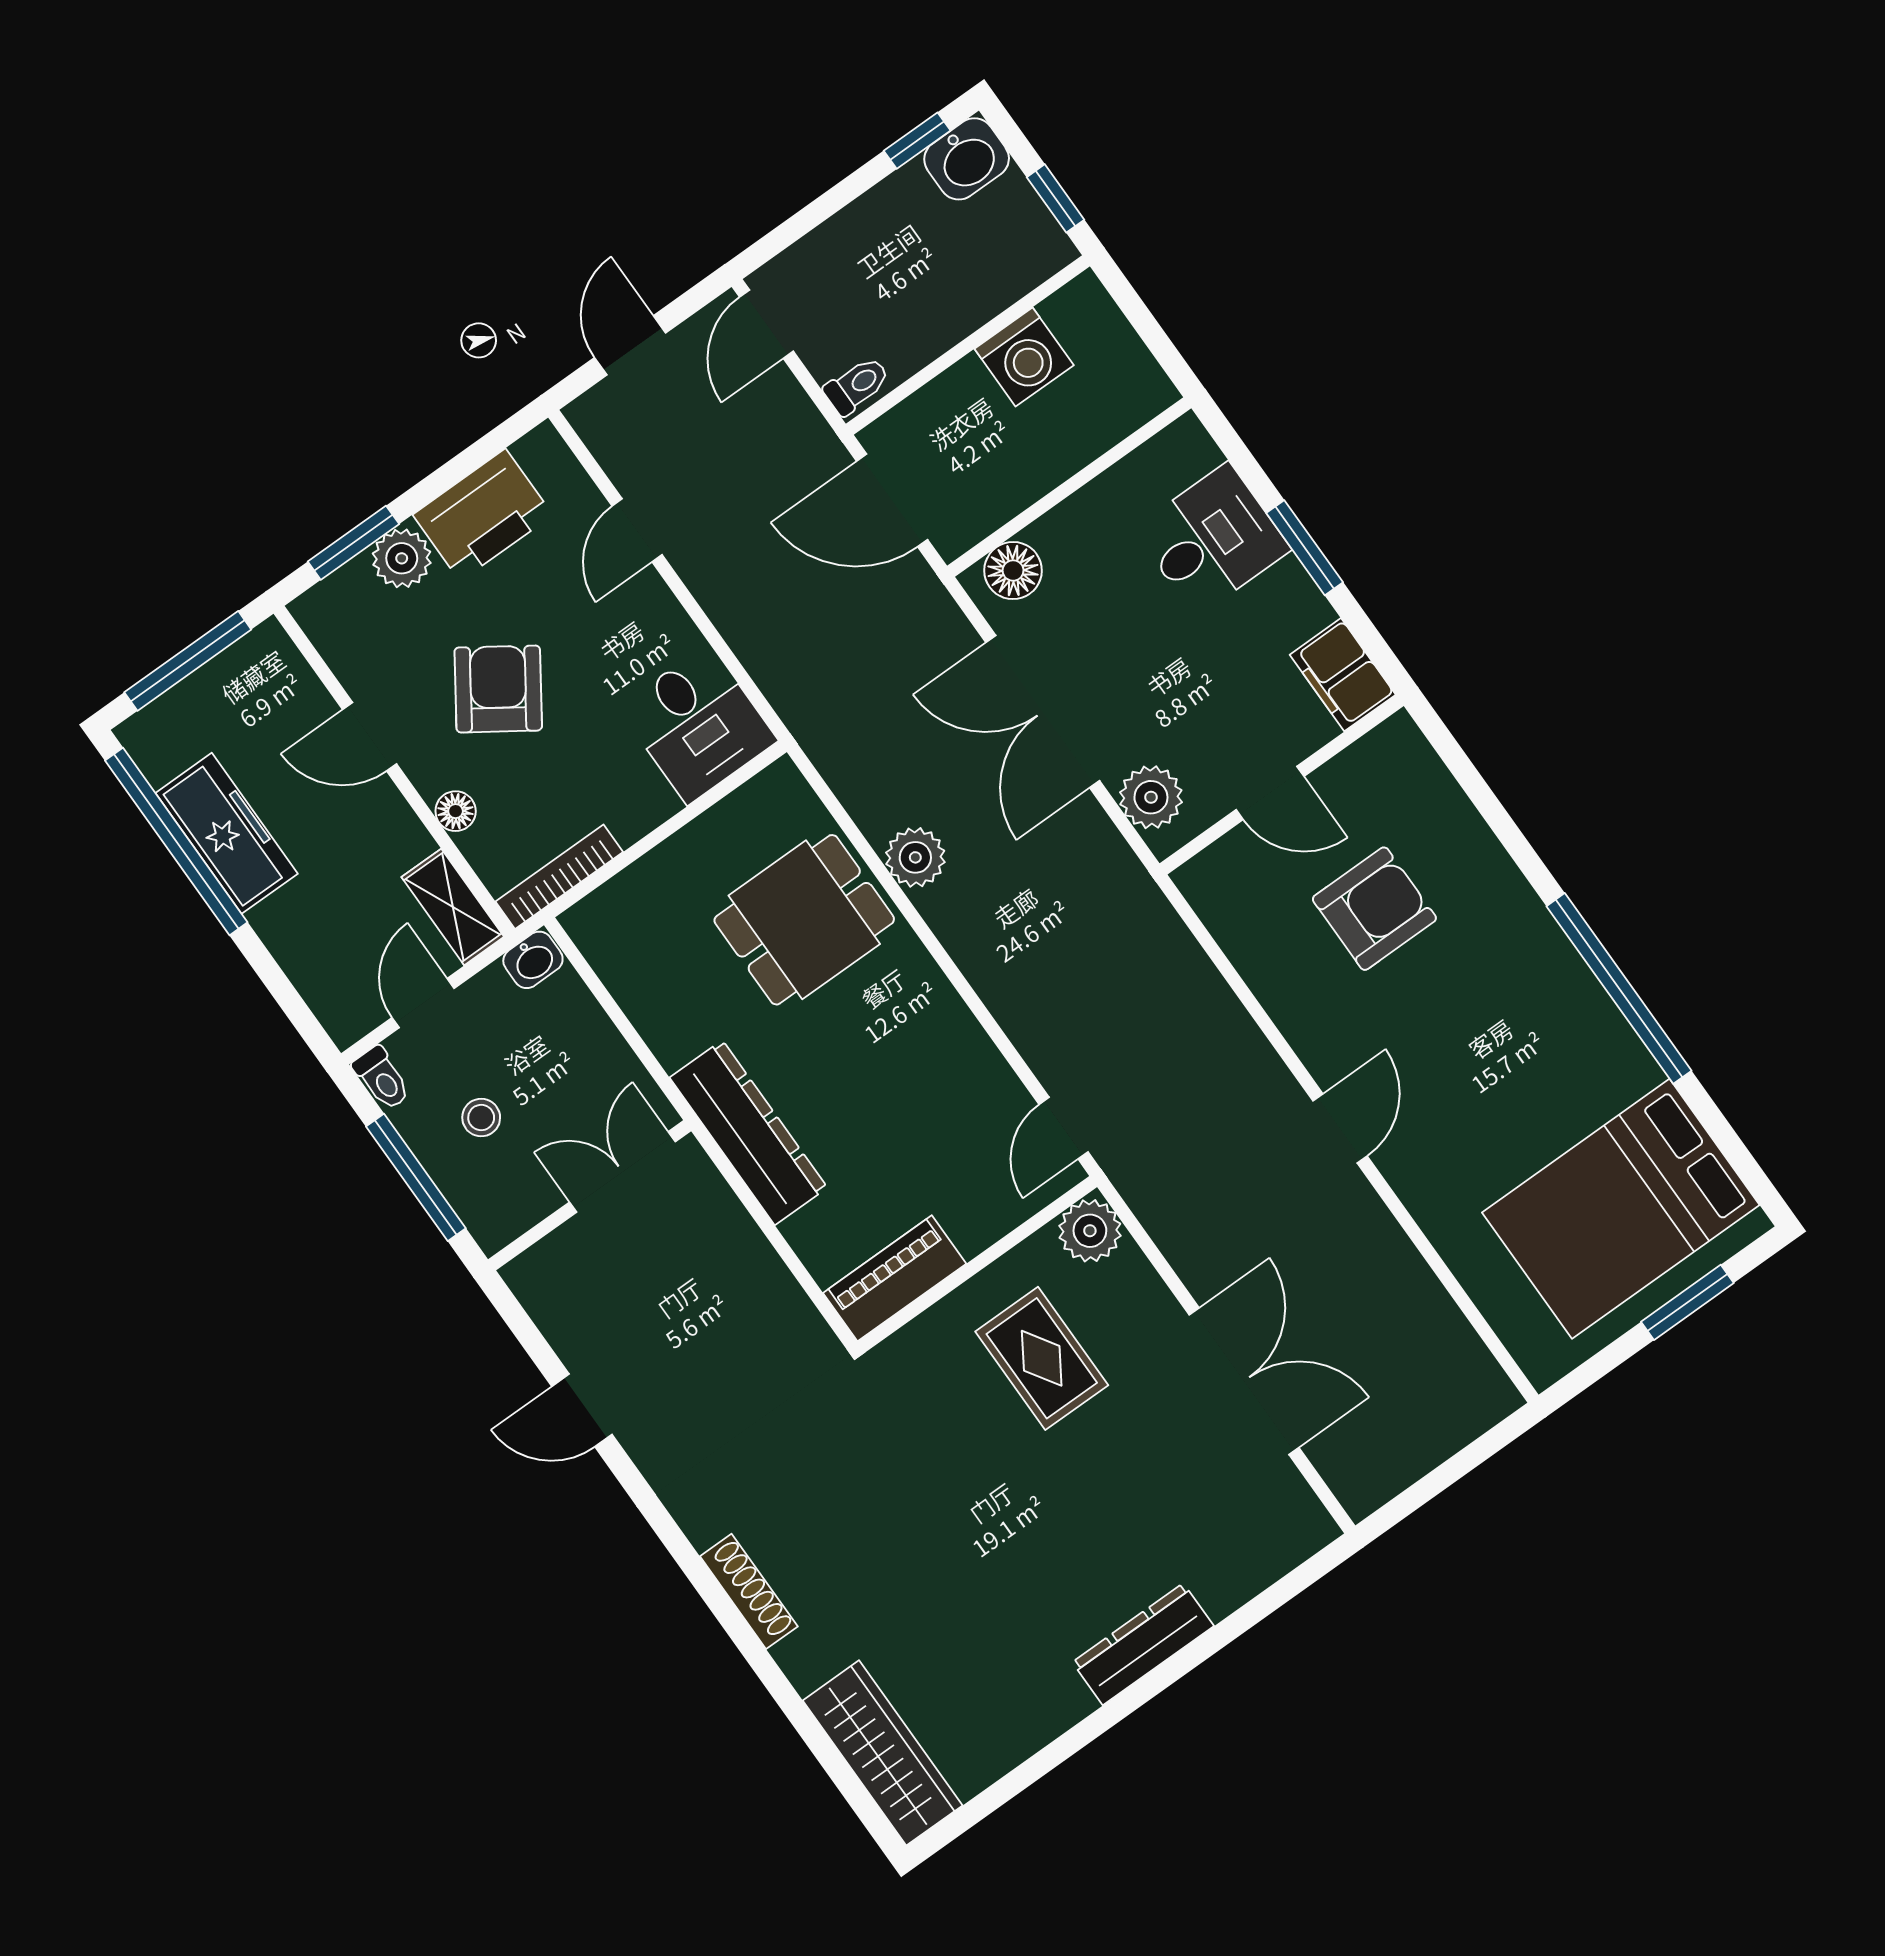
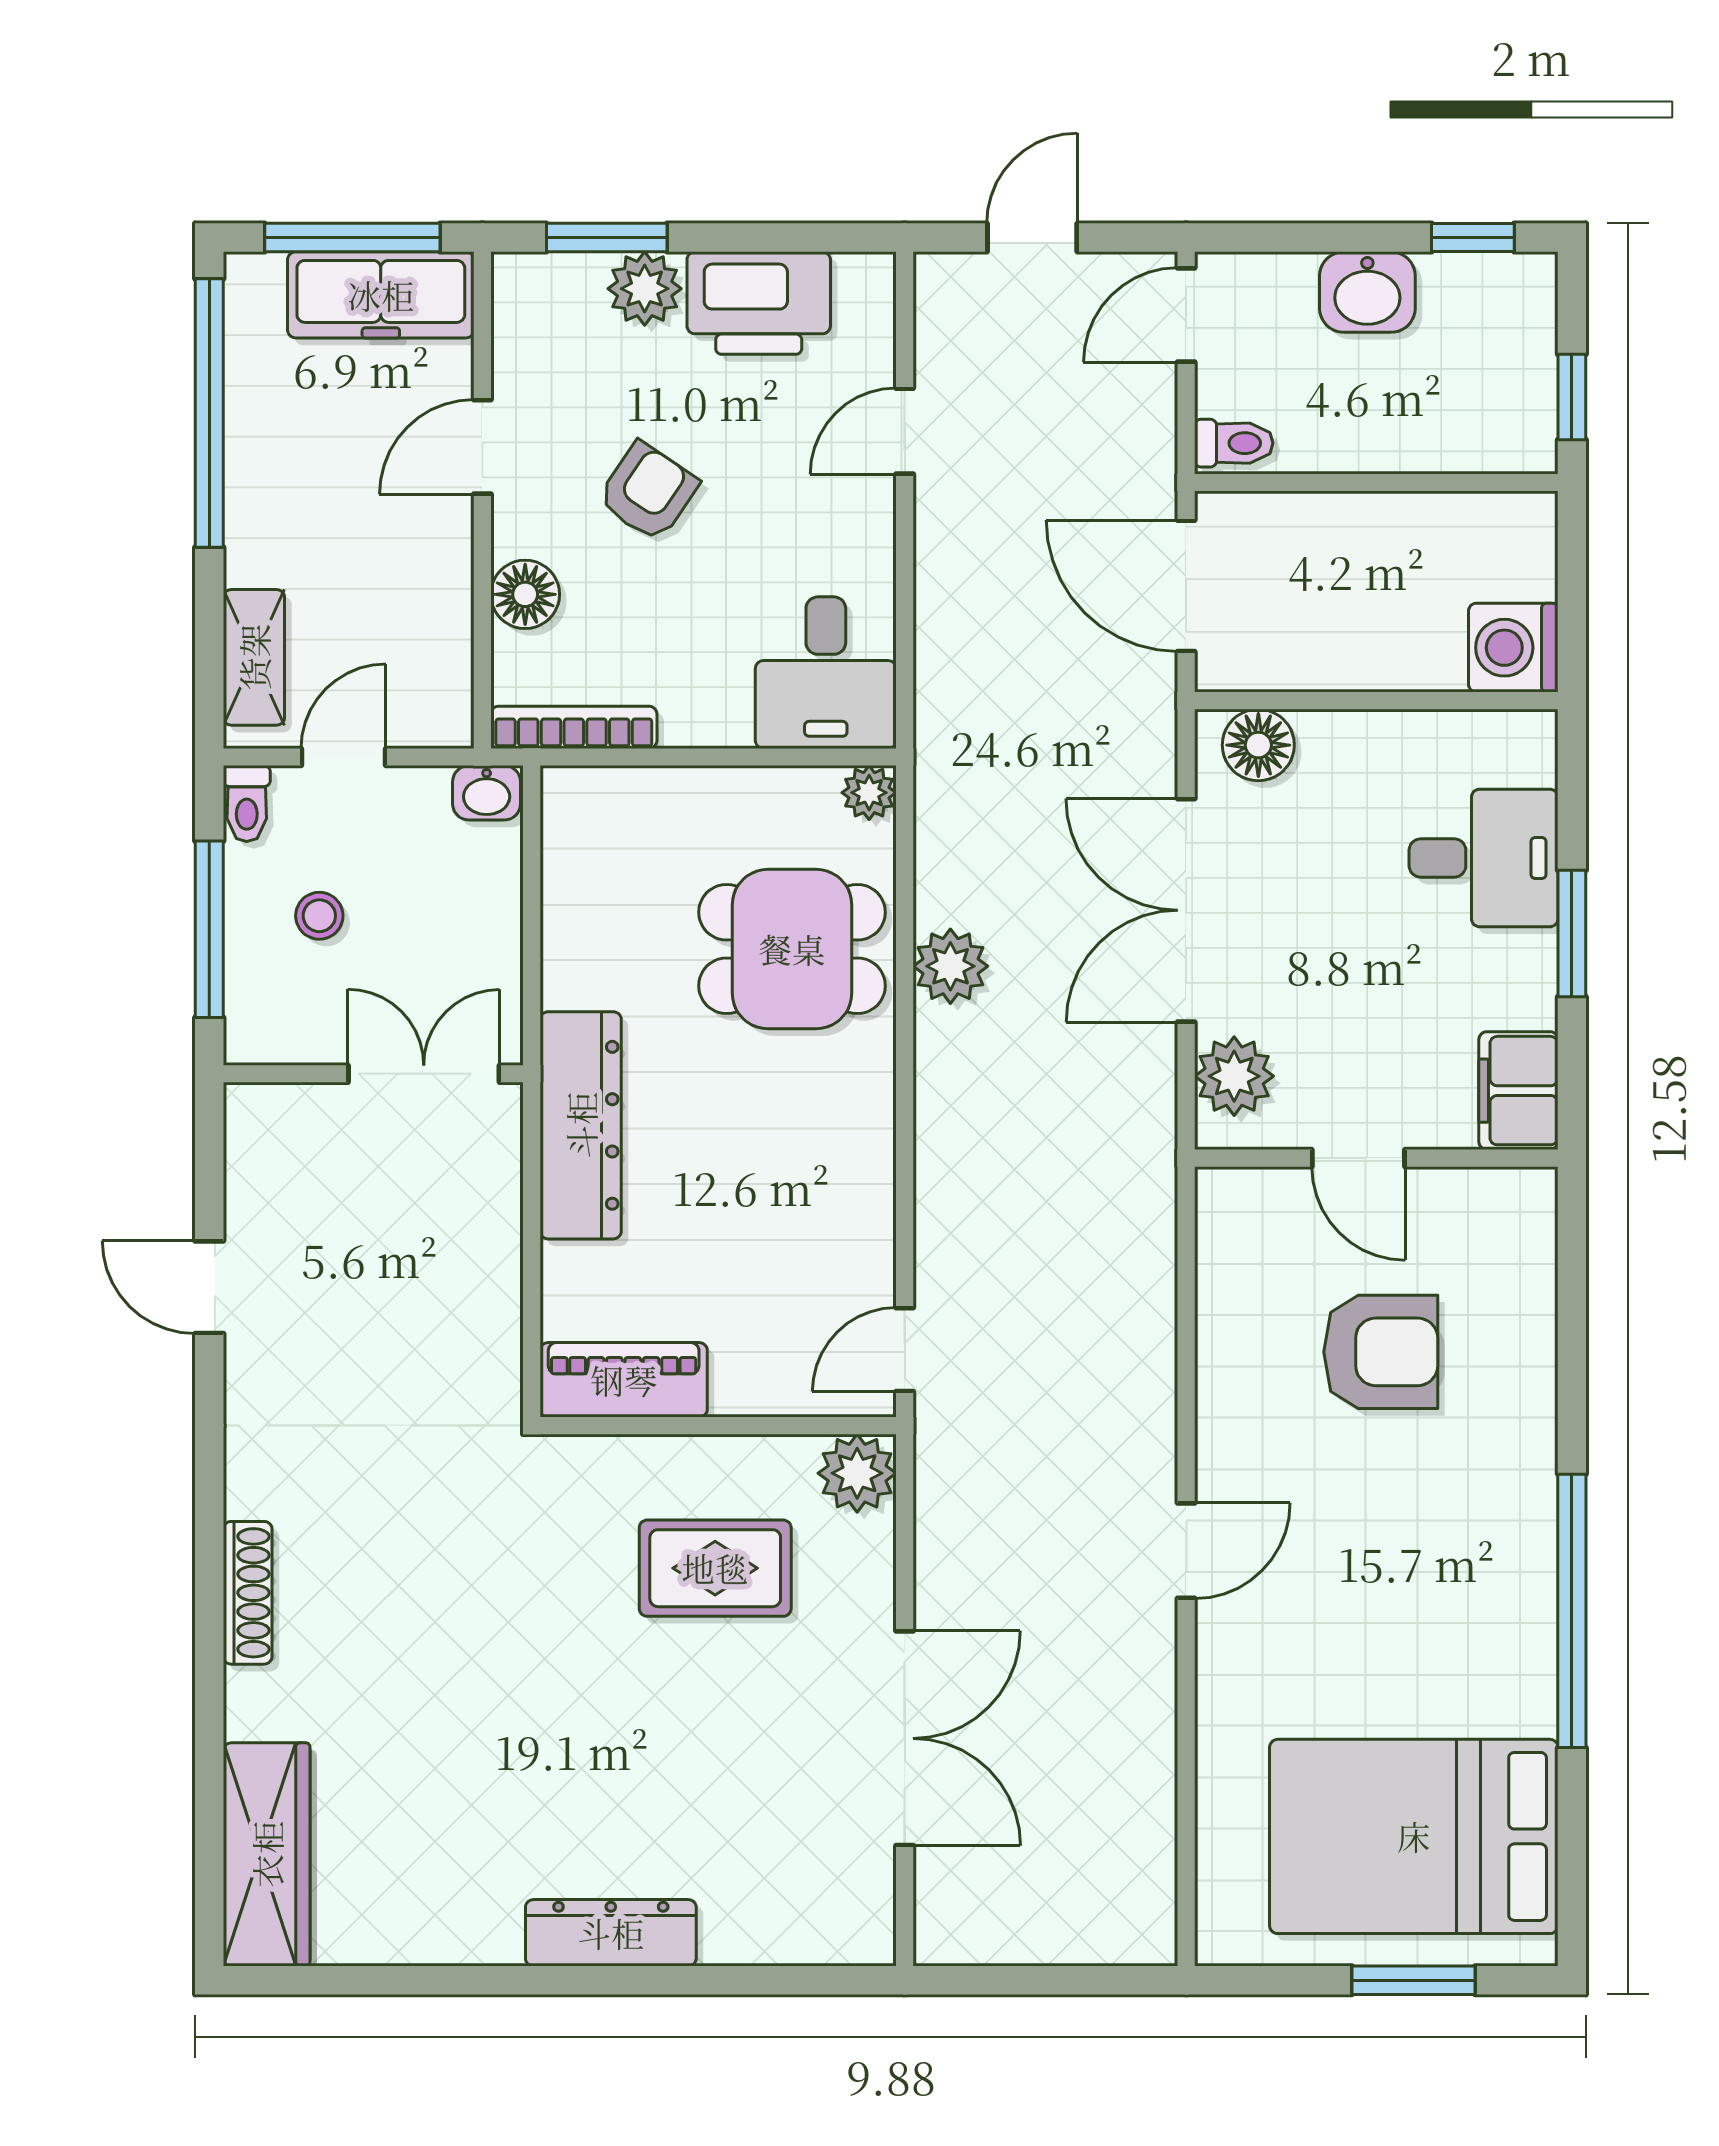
washbasin: (967, 159) -> (1367, 292), moved
washing machine: (1024, 357) -> (1513, 648), moved, turned 90
armchair: (498, 689) -> (648, 492), width x0.72, depth x0.72
door: (370, 737) -> (482, 447), hinge flipped
plant: (782, 782) -> (869, 793), added
floor lamp: (456, 811) -> (525, 594), width x1.37, depth x1.37
freezer: (227, 833) -> (381, 295), moved, turned 90
shelving: (453, 907) -> (254, 657), moved
rug: (1042, 1358) -> (715, 1568), turned 90

